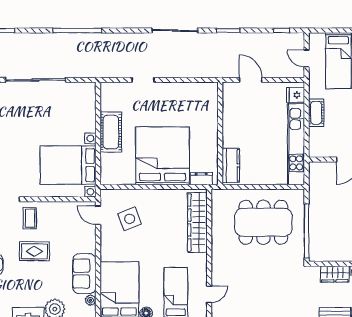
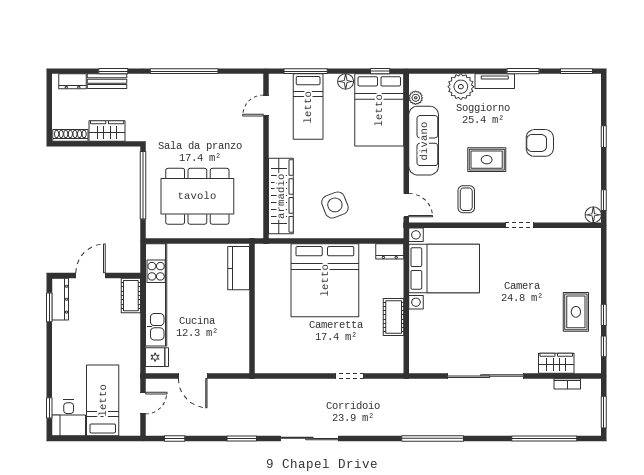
door: (307, 59) -> (143, 403), hinge flipped
door: (251, 80) -> (193, 376), moved
cot: (316, 113) -> (131, 296), moved
cot: (111, 132) -> (394, 317), width x0.73, depth x0.75
dresser: (201, 179) -> (390, 251), moved
coffee table: (30, 218) -> (466, 199), moved
side table: (130, 219) -> (335, 205), moved
sofa: (84, 274) -> (424, 141), width x1.36

